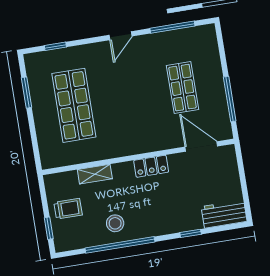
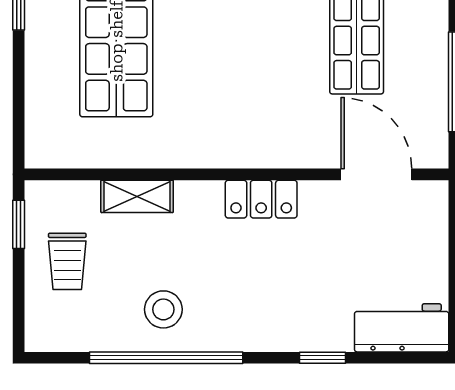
trolley: (68, 209) -> (67, 261), turned 90
window: (49, 228) -> (19, 224), moved

